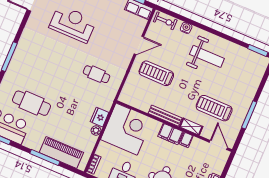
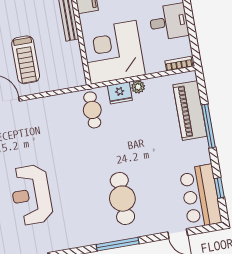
cafe table: (96, 74) -> (92, 110), moved
cafe table: (31, 103) -> (122, 199), moved

